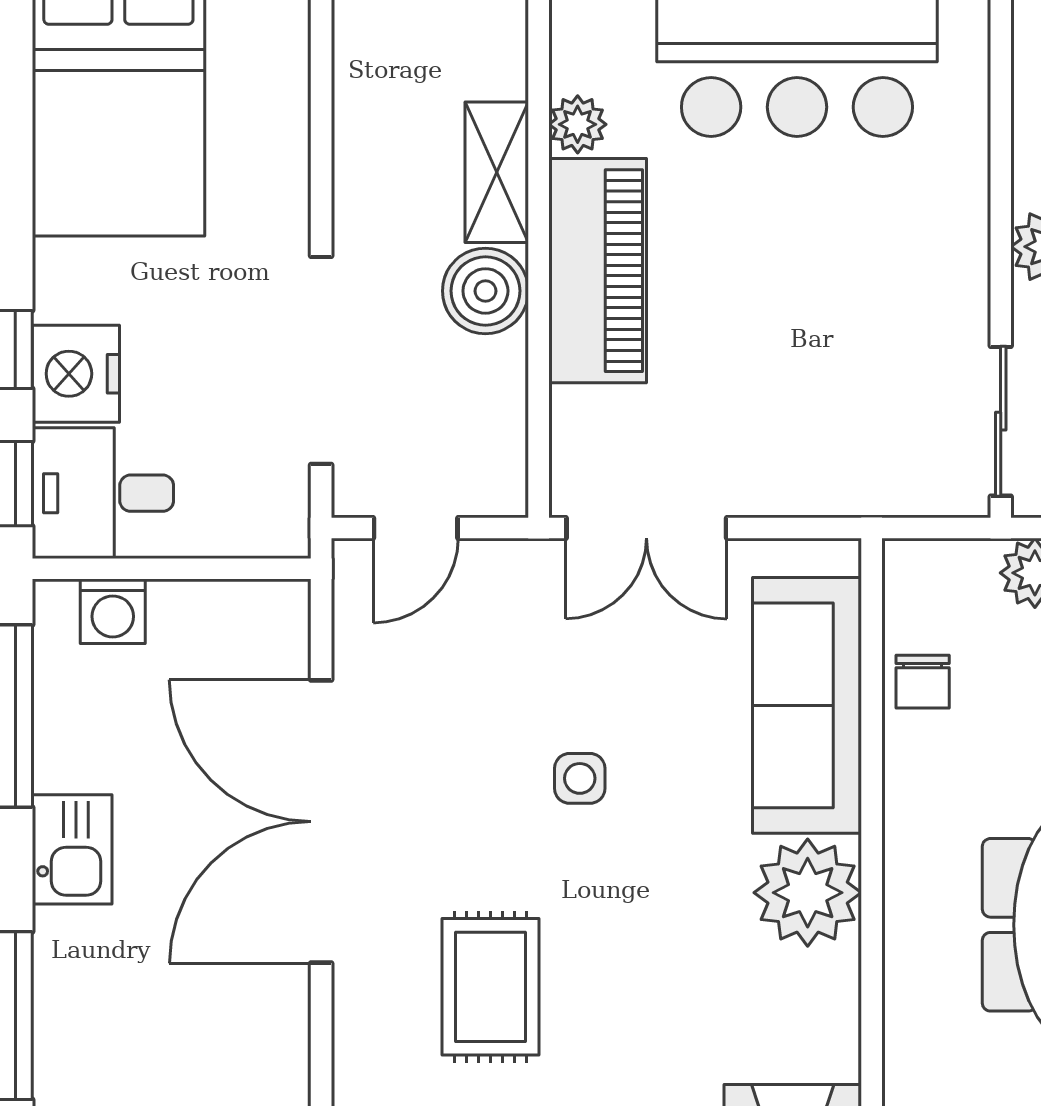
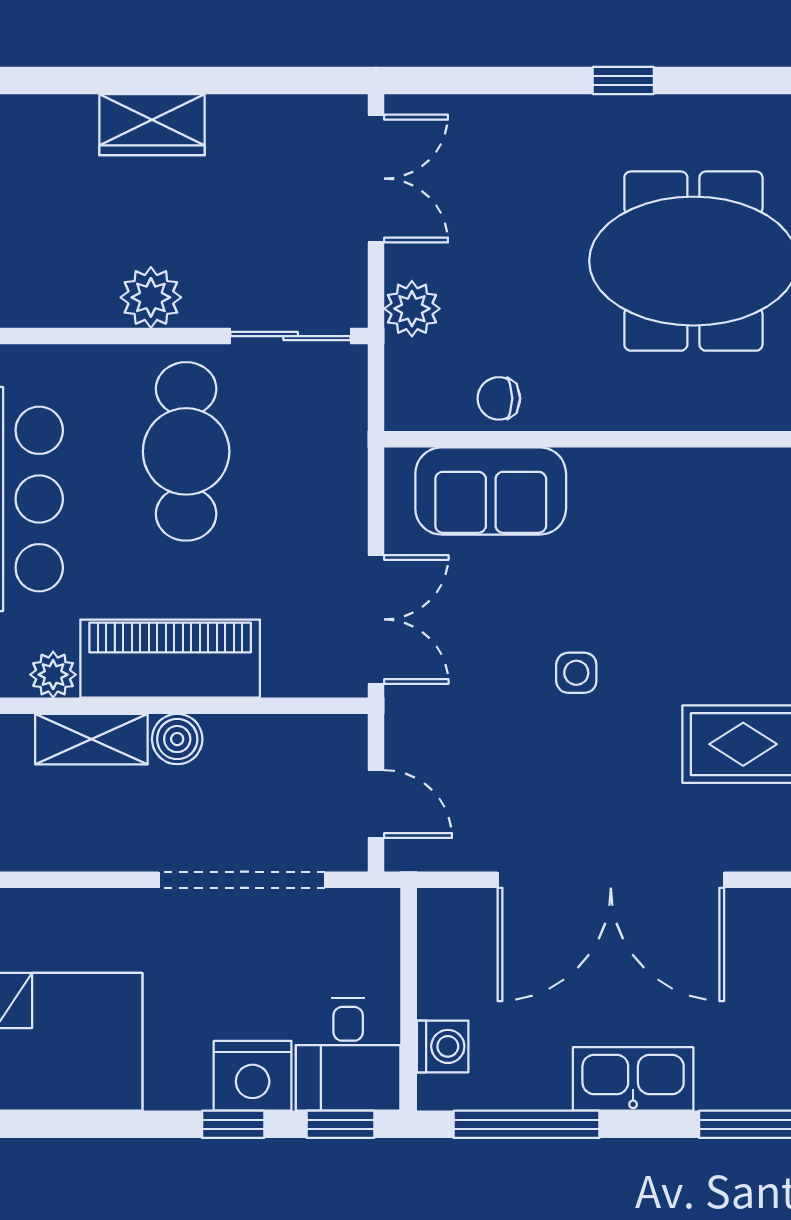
boiler: (485, 291) -> (177, 739), width x0.73, depth x0.73
cafe table: (856, 291) -> (186, 451), added
chair: (923, 682) -> (499, 398), turned 180
sofa: (807, 705) -> (491, 491), width x0.73
kitchen sink: (72, 849) -> (633, 1079), width x1.38
plant: (808, 893) -> (668, 490), removed

